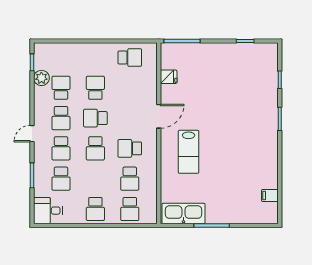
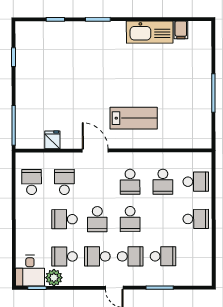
school desk: (130, 88) -> (64, 182), added
school desk: (61, 118) -> (97, 256), turned 180
school desk: (95, 148) -> (130, 219), turned 90
school desk: (130, 179) -> (163, 182), turned 90
desk: (48, 211) -> (30, 271), moved
kitchen sink: (183, 213) -> (150, 32), moved, turned -90

